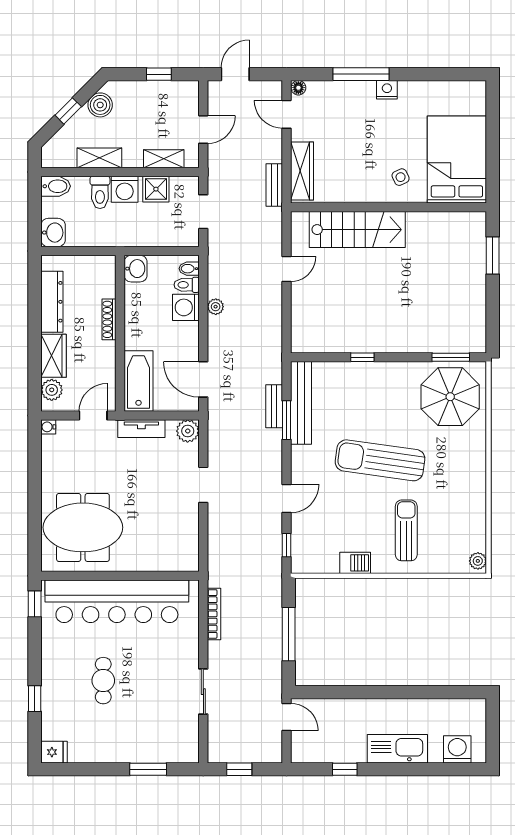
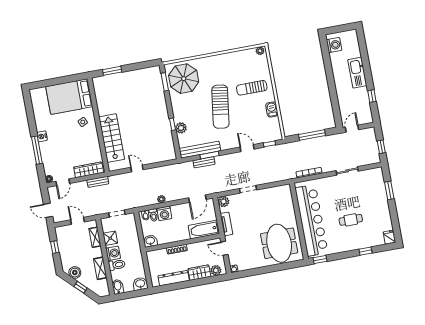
plant: (352, 373) -> (181, 128), added
washing machine: (457, 749) -> (334, 45), moved, turned 180

